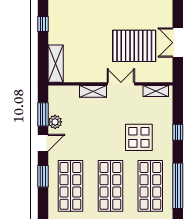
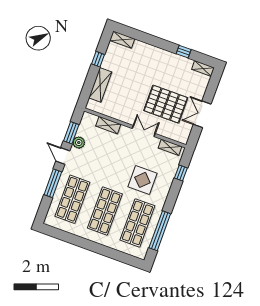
shelving: (56, 64) -> (100, 85), moved
shelving: (93, 91) -> (108, 125), moved
window: (178, 132) -> (181, 173), moved
door: (43, 143) -> (63, 156), swing flipped
window: (43, 176) -> (53, 183), width x1.44

